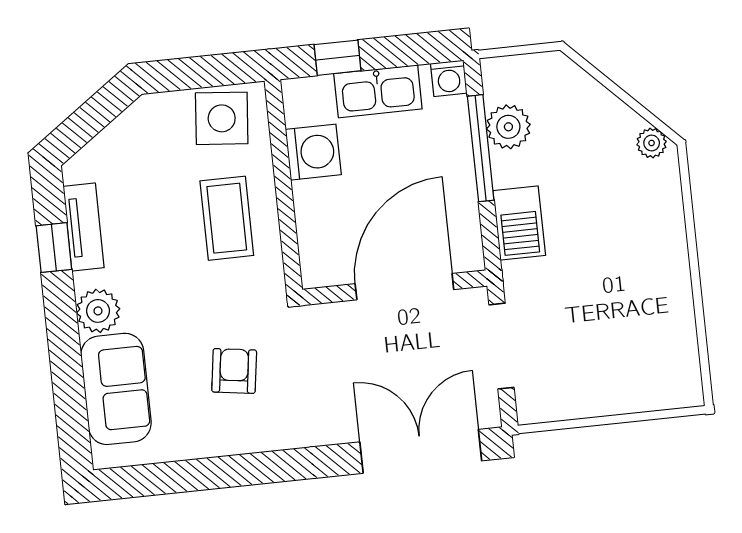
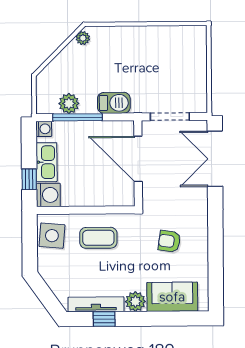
washing machine: (313, 152) -> (48, 195), moved, turned 90
tv unit: (84, 227) -> (96, 304), width x1.41

